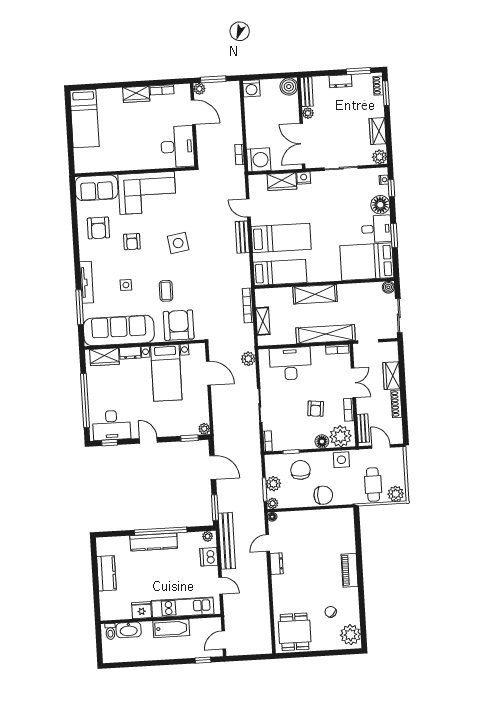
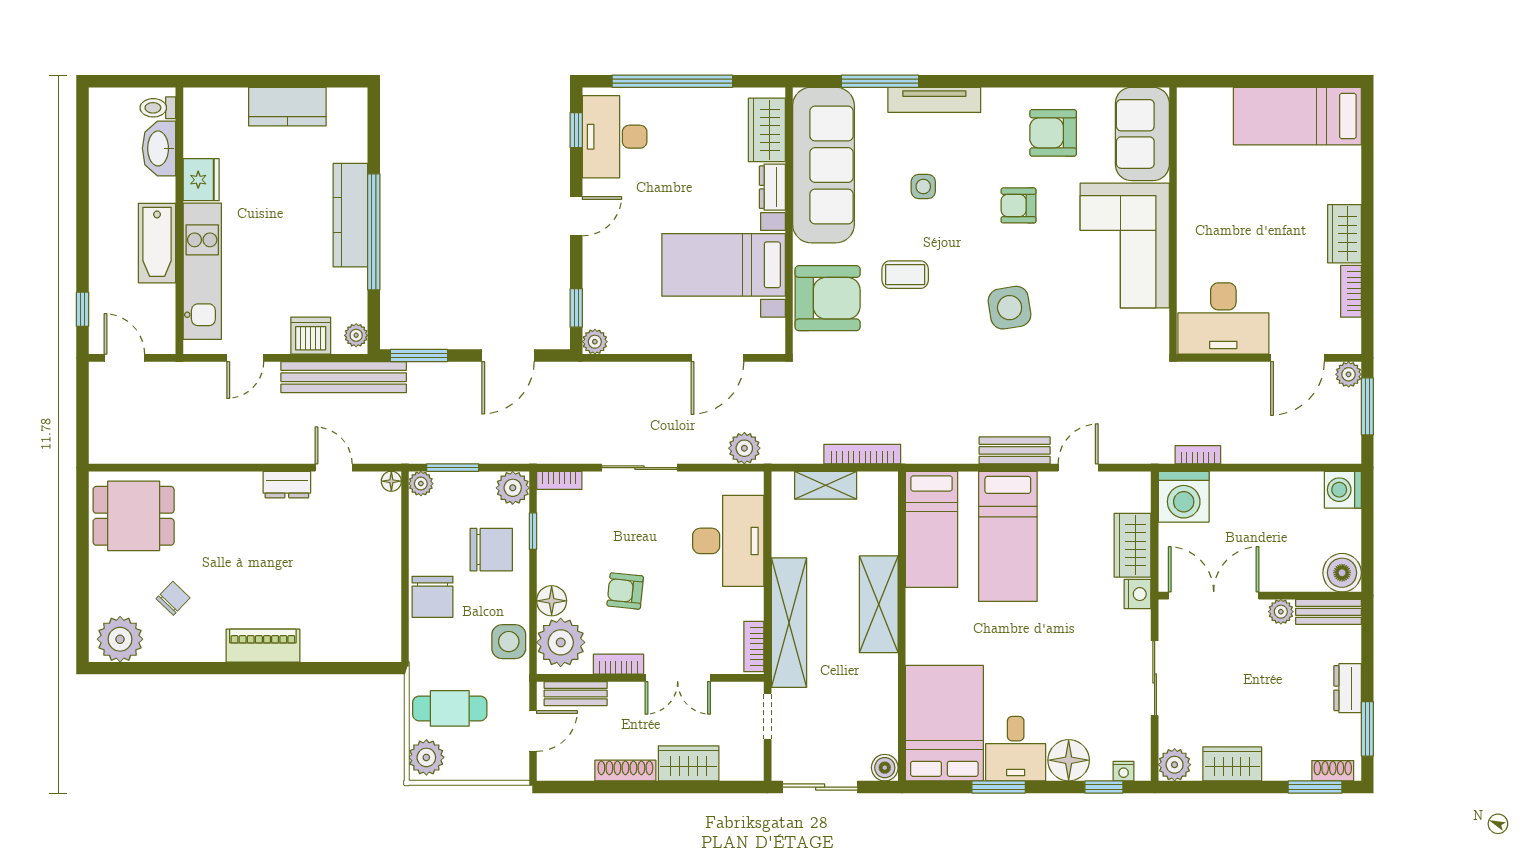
plant: (273, 484) -> (513, 488), moved

